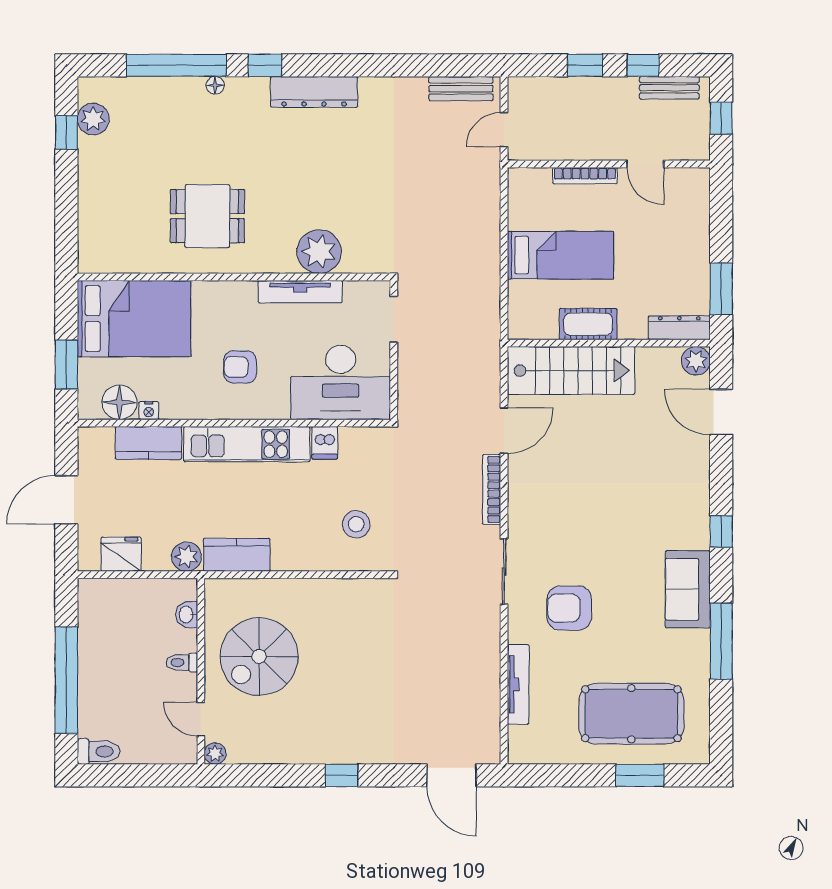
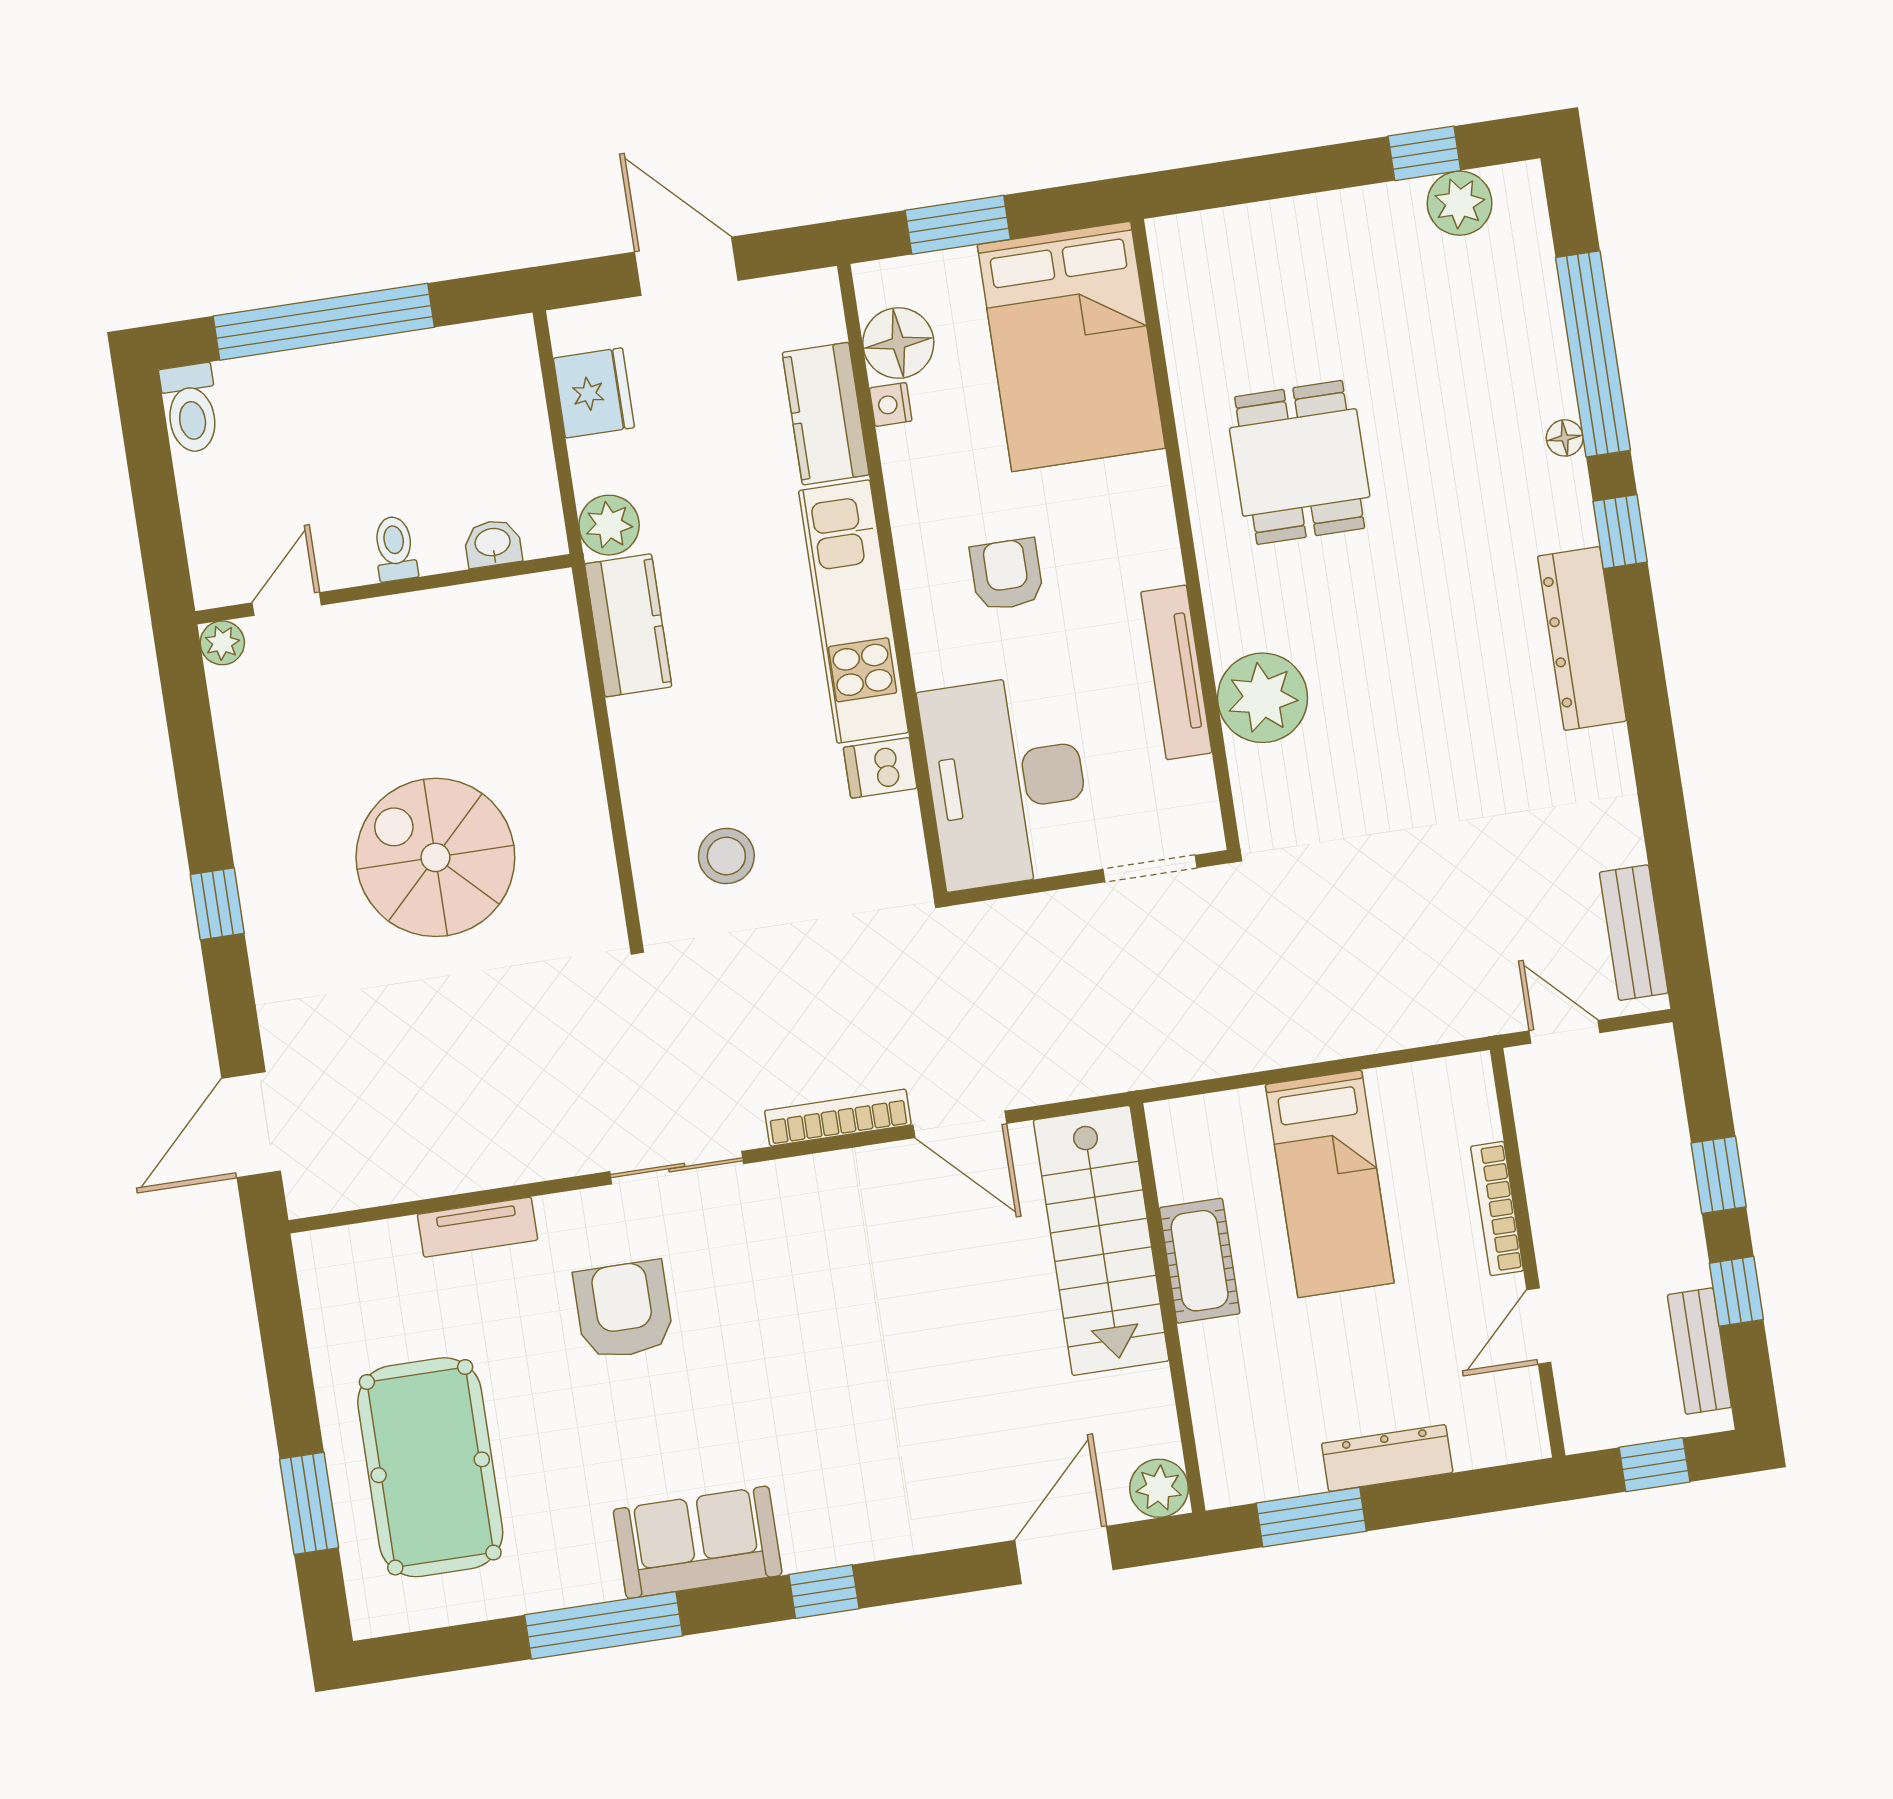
dresser: (679, 328) -> (1387, 1458), moved, turned -90
spiral stairs: (259, 656) -> (435, 857), moved
tv unit: (518, 684) -> (478, 1227), width x0.71

